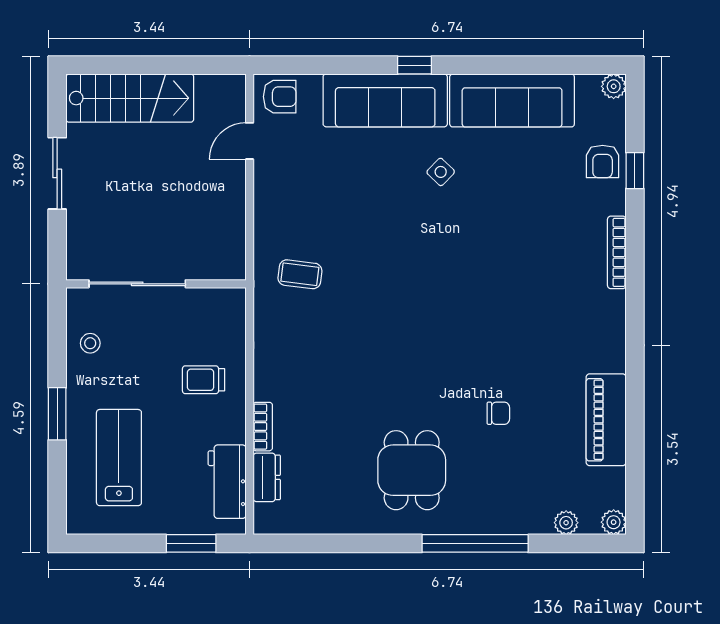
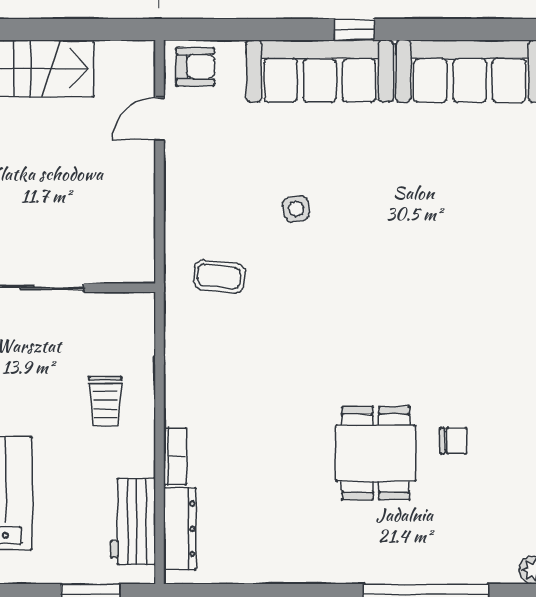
side table: (441, 172) -> (296, 209), moved, turned 35
trolley: (203, 380) -> (105, 401), turned -90
dining table: (412, 470) -> (376, 453), moved
dresser: (267, 477) -> (180, 529), width x1.44

